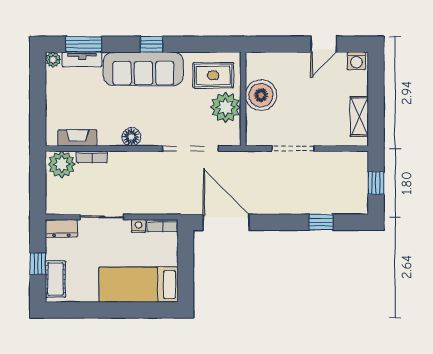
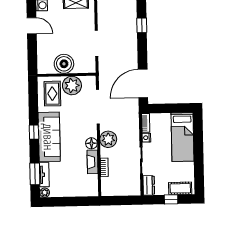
fireplace: (77, 138) -> (92, 162), moved
plant: (62, 164) -> (108, 139), moved

